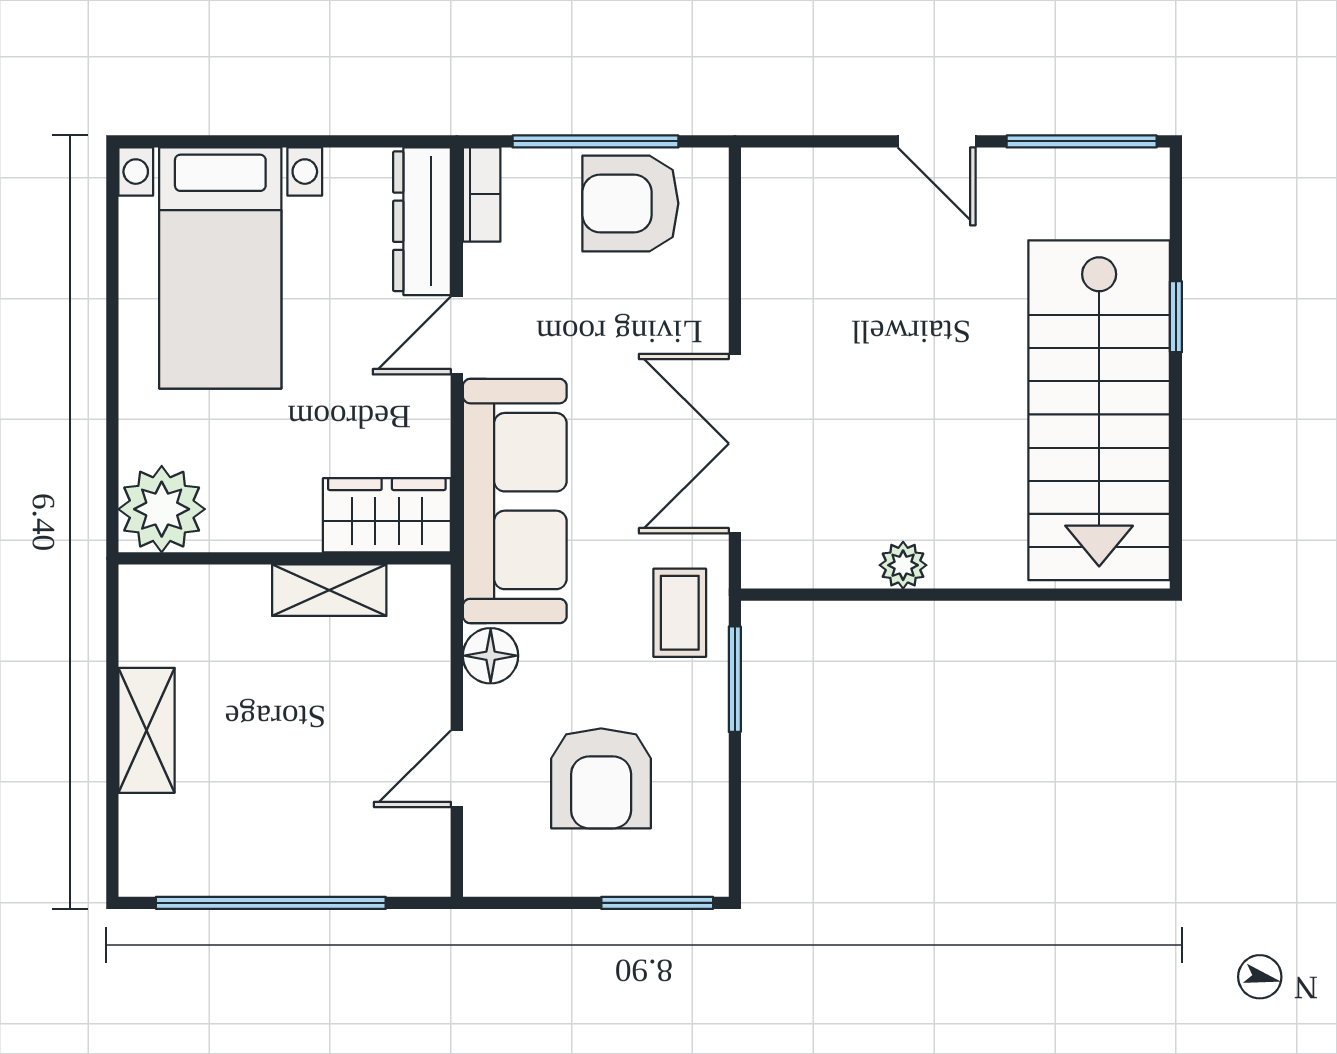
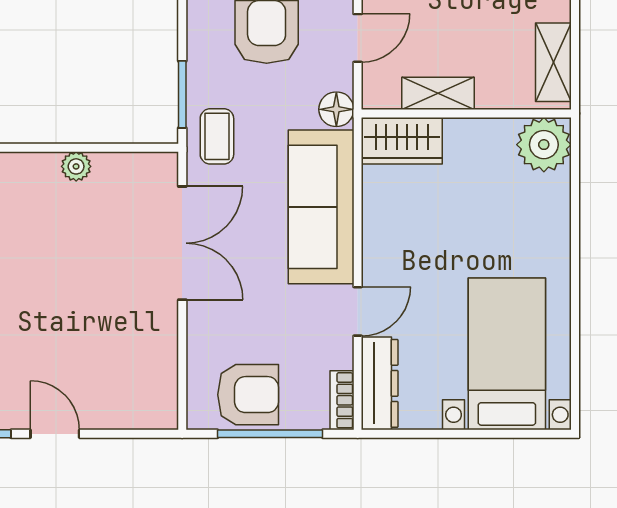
plant: (162, 509) -> (544, 145), moved
wardrobe: (387, 515) -> (402, 141), moved
wall: (285, 558) -> (466, 113), moved
shelving: (329, 590) -> (438, 93), moved

